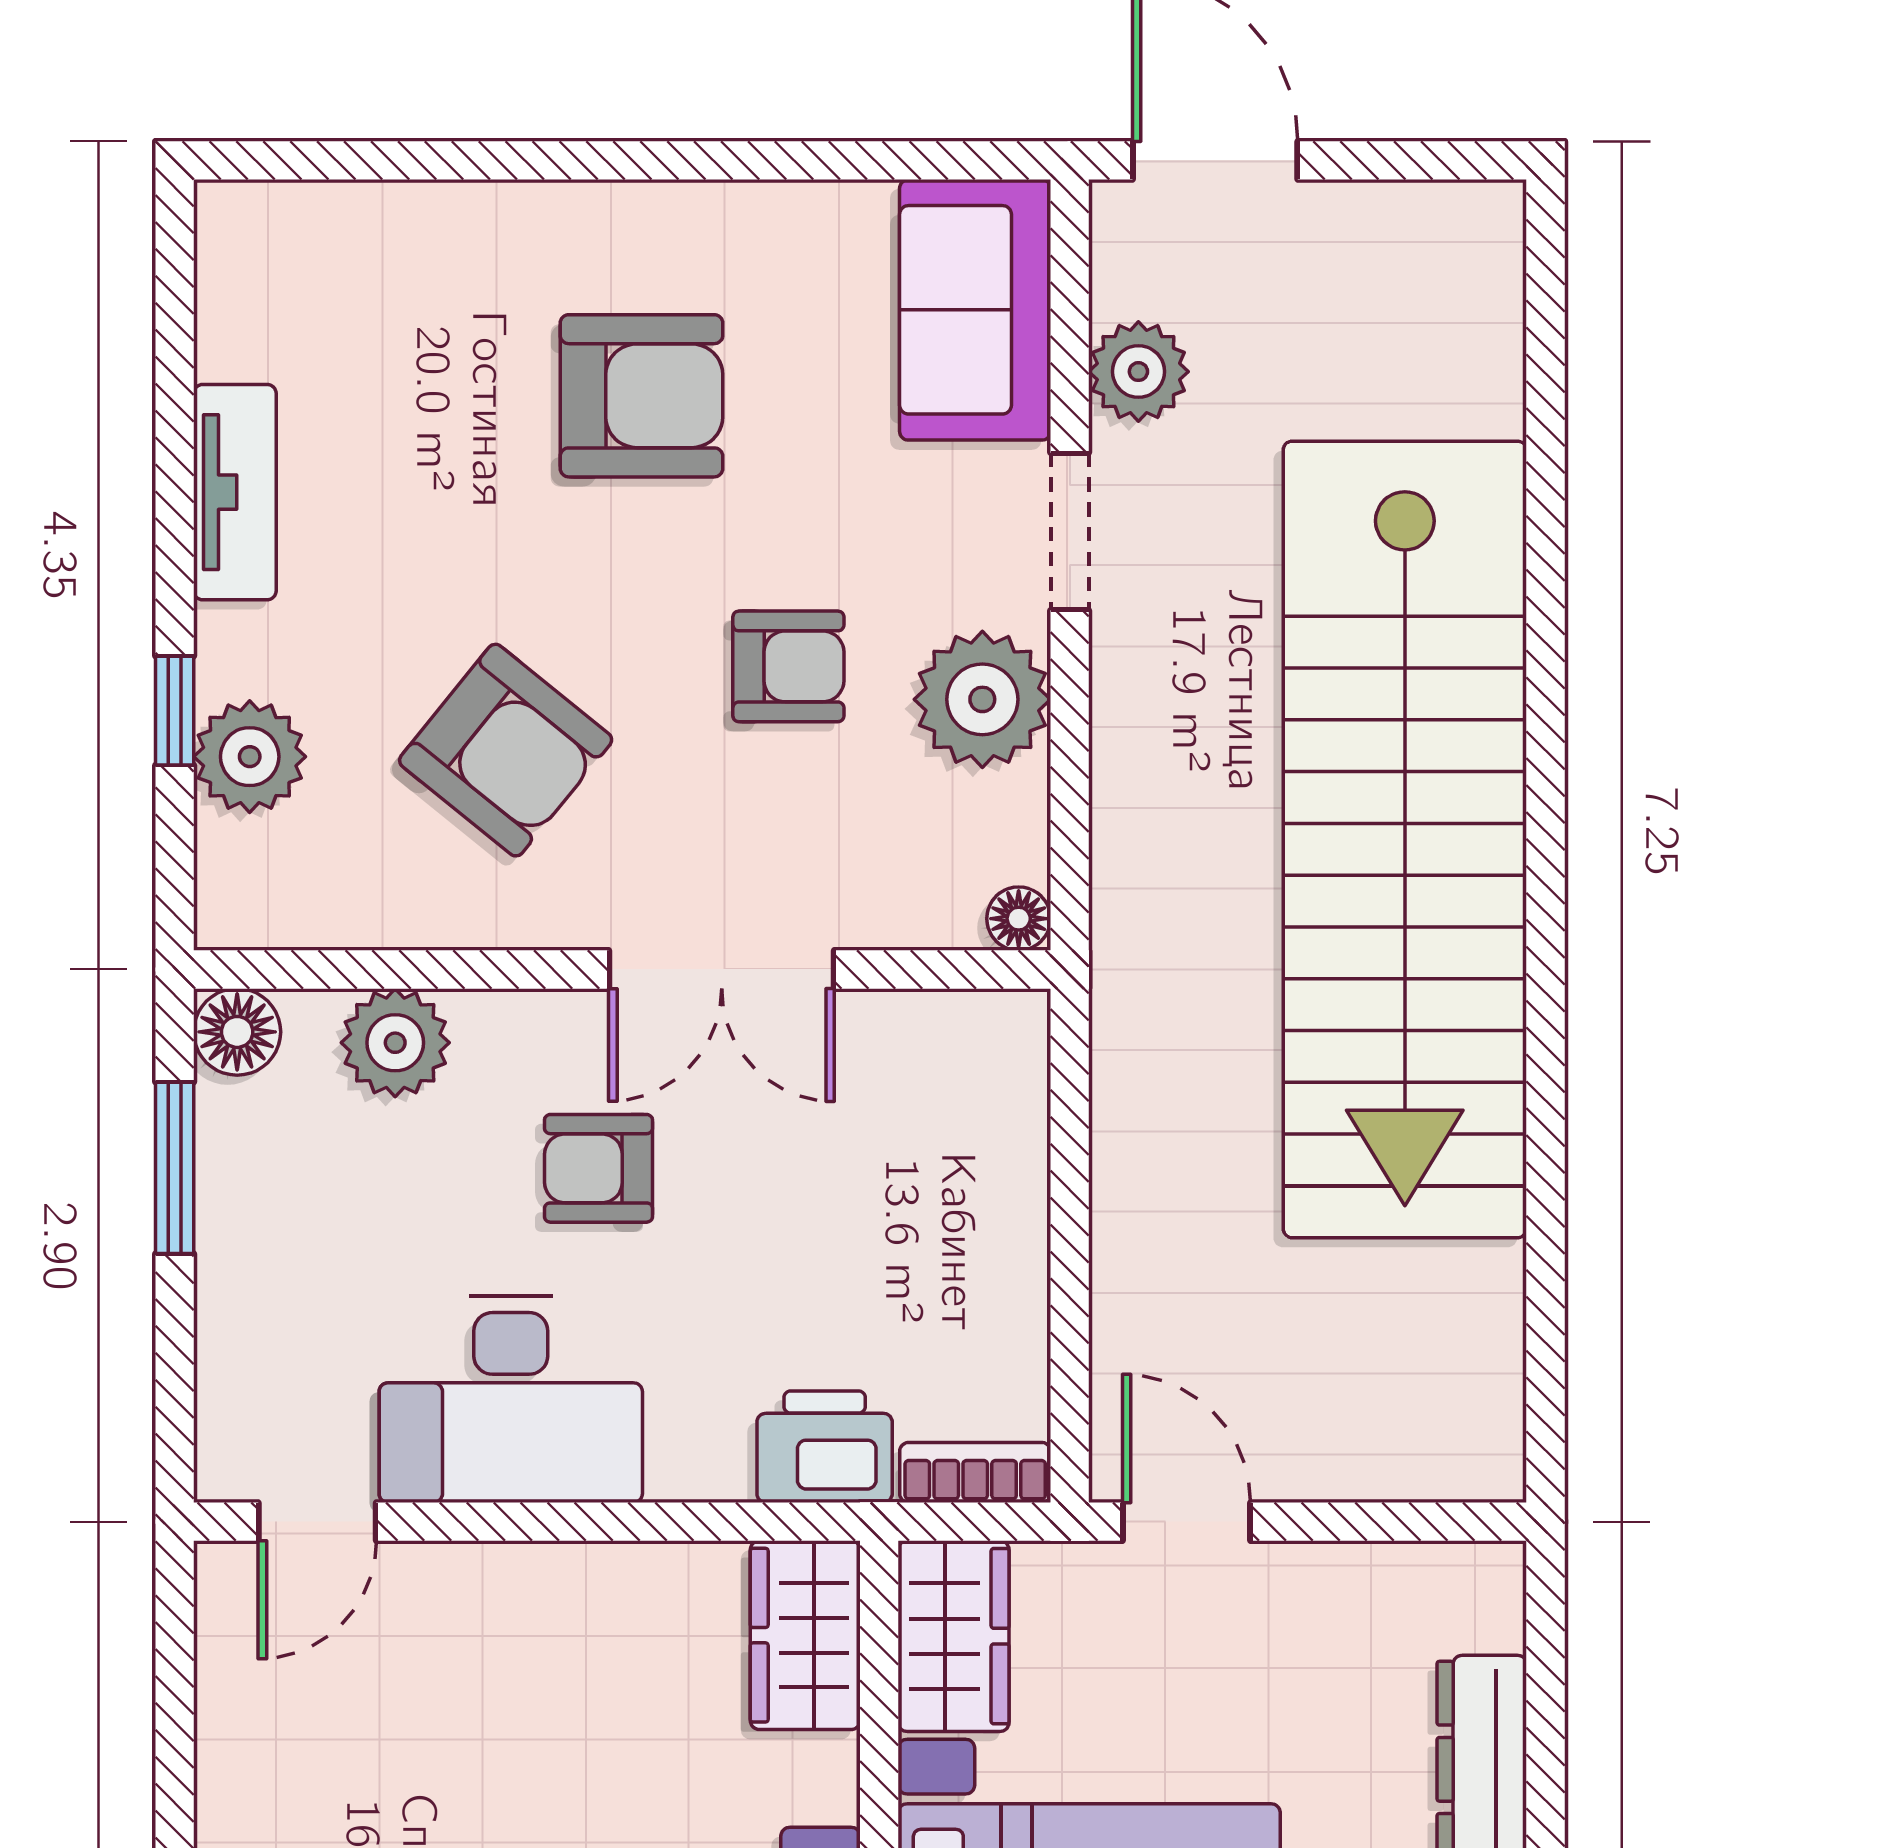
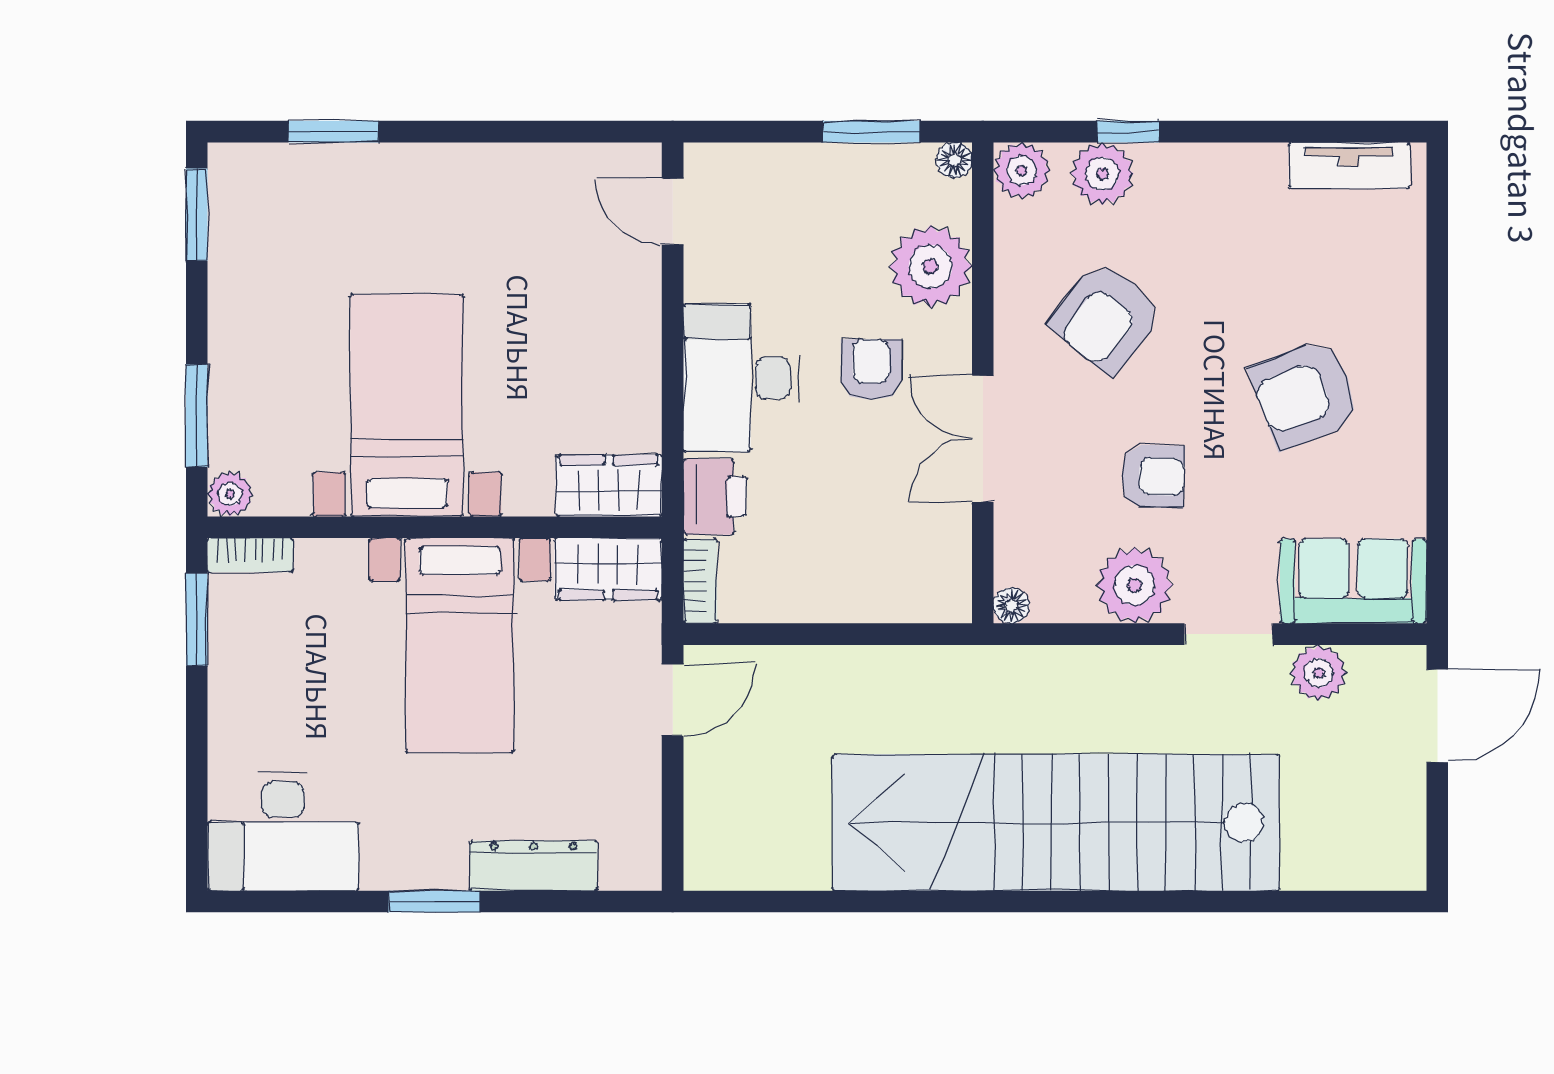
armchair: (641, 396) -> (1305, 394), turned 69
tv unit: (235, 492) -> (1349, 165), moved
armchair: (788, 666) -> (1153, 476), turned -88
plant: (244, 900) -> (1022, 171), added
floor lamp: (237, 1032) -> (954, 160), width x0.73, depth x0.73
plant: (395, 1043) -> (931, 267), width x1.36, depth x1.36
desk: (511, 1399) -> (741, 378), moved

